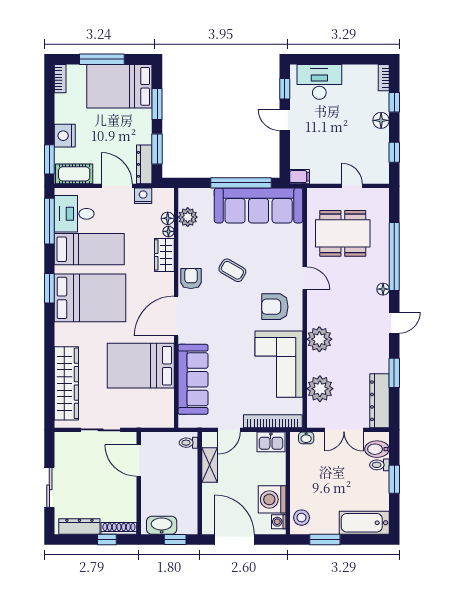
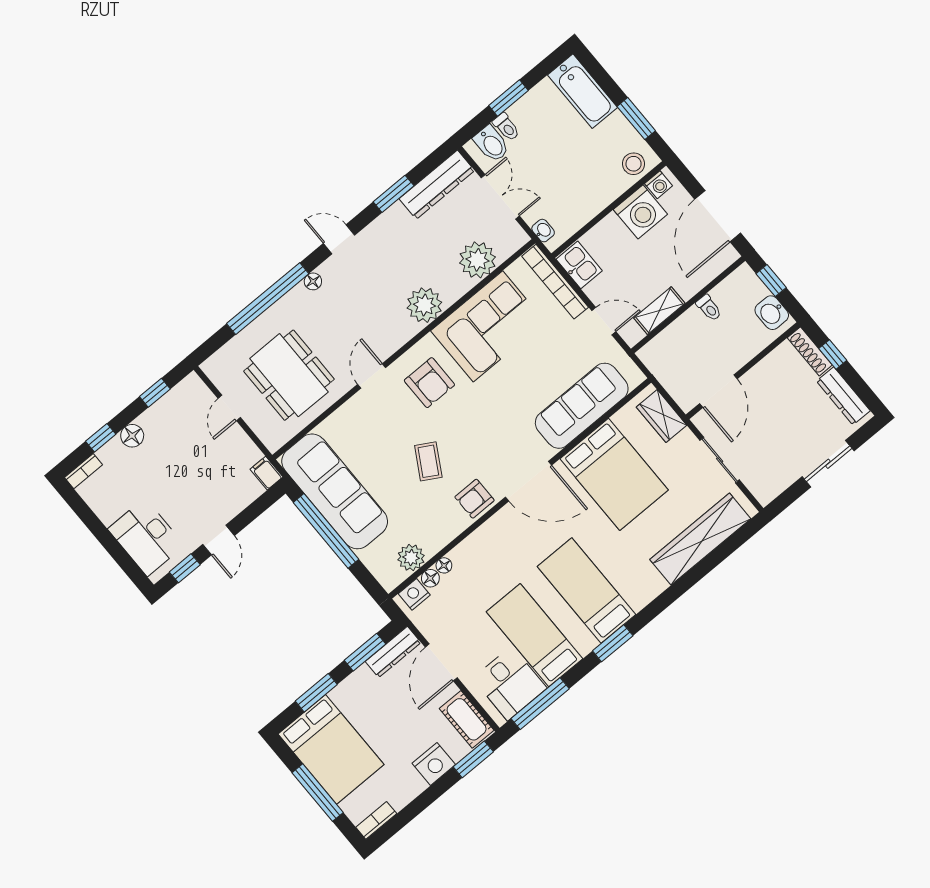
nightstand: (143, 196) -> (414, 594), moved, turned 90
wardrobe: (164, 255) -> (662, 416), moved, turned 90
bed: (90, 298) -> (586, 590), width x0.67
toilet: (189, 443) -> (709, 308), moved
washbasin: (162, 525) -> (772, 313), width x0.72

